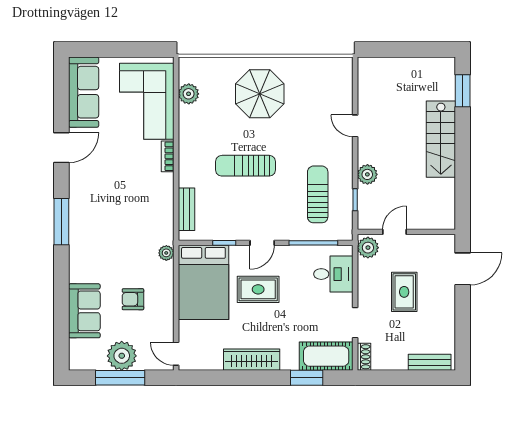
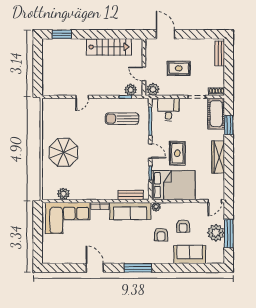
sofa: (84, 92) -> (130, 211), moved, turned 180
stairs: (441, 139) -> (109, 47), moved
sun lounger: (246, 166) -> (105, 161), removed
plant: (367, 174) -> (131, 90), moved
armchair: (118, 261) -> (161, 235), added

